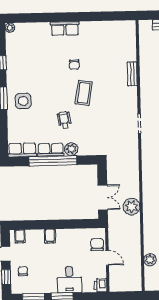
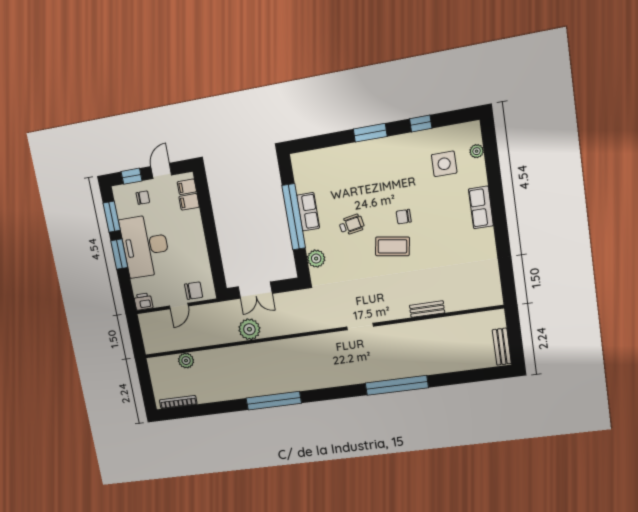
plant: (10, 28) -> (477, 151), moved
chair: (74, 65) -> (404, 217), moved
side table: (23, 101) -> (444, 164), moved
plant: (71, 149) -> (316, 259), moved
row of seats: (22, 150) -> (302, 172), removed
filing cabinet: (50, 236) -> (189, 202), moved
desk: (69, 280) -> (145, 246), width x1.87, depth x1.30

